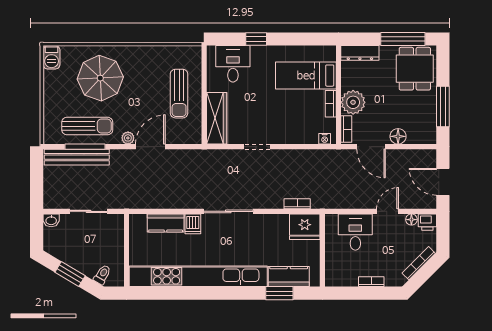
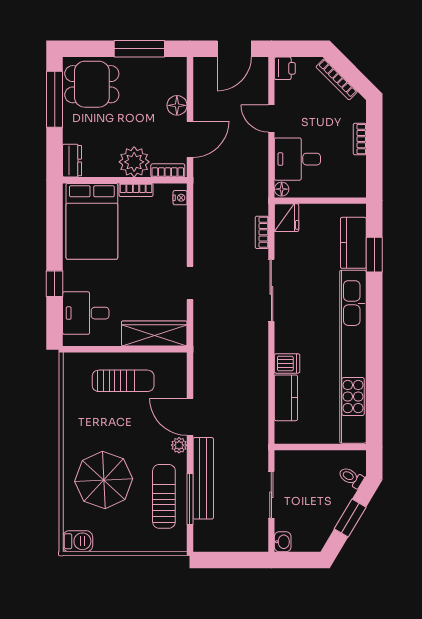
dresser: (360, 53) -> (72, 161), width x0.70
bed: (306, 76) -> (92, 221), width x1.50
bench: (77, 157) -> (203, 478), moved
sliding door: (228, 211) -> (271, 290), moved
floor lamp: (411, 220) -> (282, 189), moved
fridge: (305, 227) -> (287, 218), width x0.73, depth x0.75

